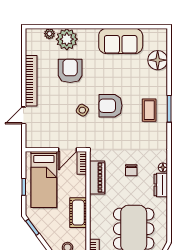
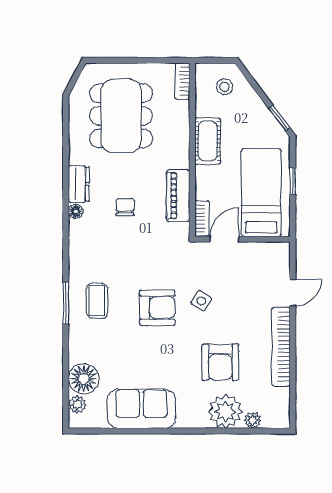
plant: (162, 44) -> (77, 405), added

